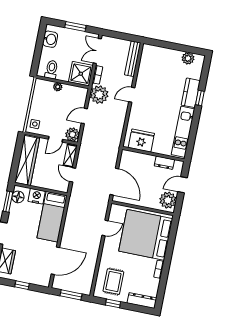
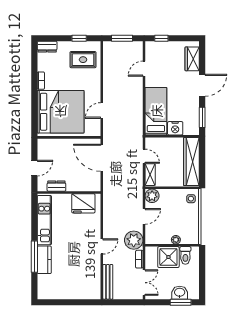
window: (75, 27) -> (181, 302), moved
washbasin: (50, 39) -> (180, 293), moved, turned 90
plant: (188, 58) -> (54, 293), removed
shower: (81, 74) -> (168, 257), moved
window: (200, 98) -> (34, 257), width x2.17
door: (56, 139) -> (168, 188), removed
floor lamp: (18, 197) -> (193, 124), removed
plant: (168, 200) -> (46, 150), removed
door: (55, 261) -> (144, 69), width x0.53
rug: (113, 282) -> (83, 60), turned 90
window: (22, 285) -> (161, 38), moved
dresser: (142, 301) -> (47, 47), width x0.70

